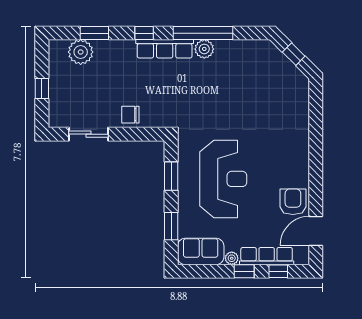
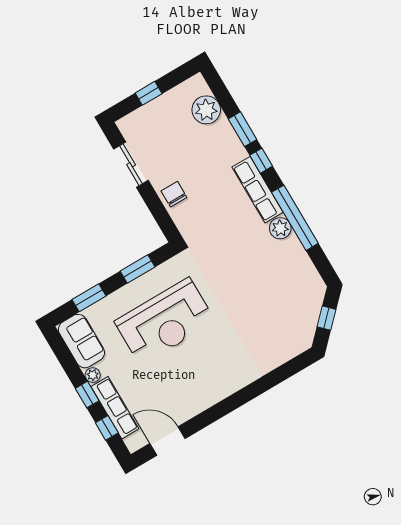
window: (94, 33) -> (242, 129), moved
armchair: (293, 202) -> (183, 402), removed

